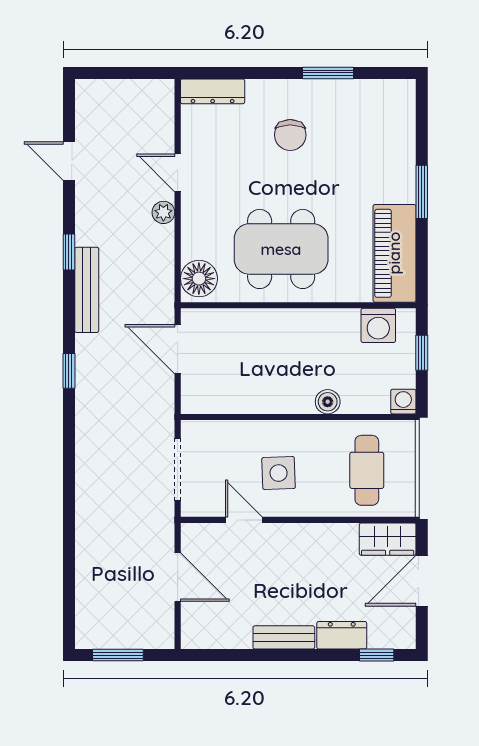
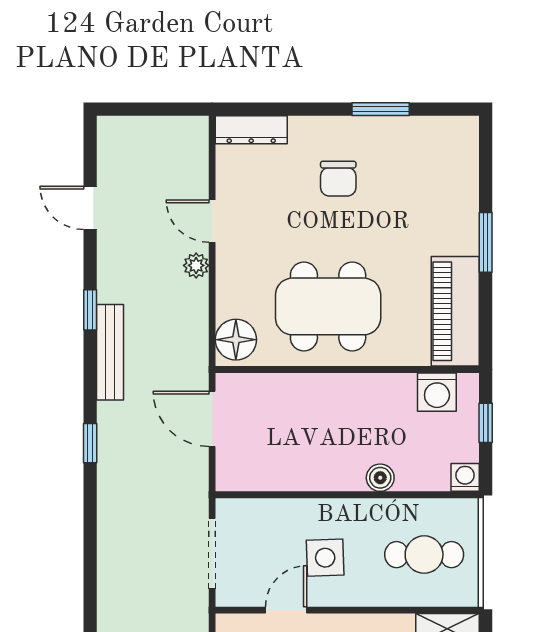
cafe table: (367, 470) -> (424, 555), turned 90
door: (244, 520) -> (286, 610), hinge flipped

